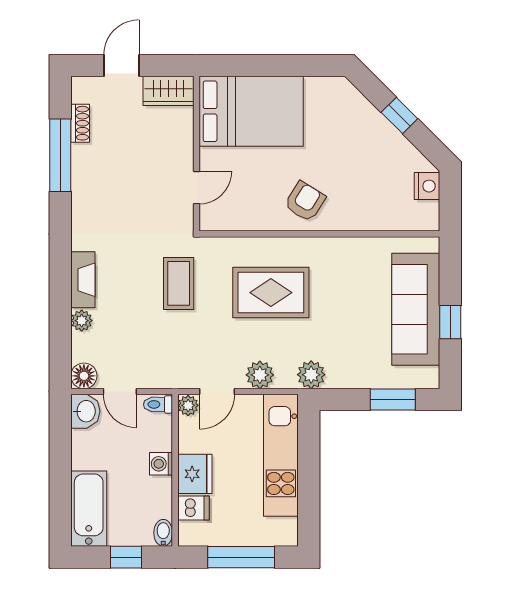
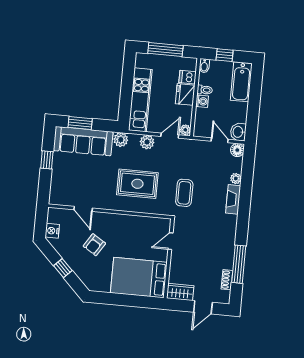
armchair: (305, 201) -> (94, 245), moved
door: (371, 234) -> (83, 209), added
sofa: (416, 309) -> (83, 141), moved, turned 90
toilet: (158, 404) -> (205, 90), moved

